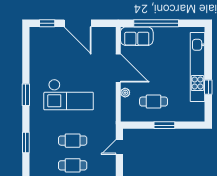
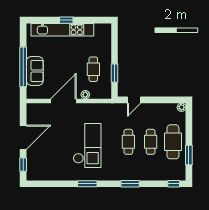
sofa: (137, 36) -> (35, 71), moved
window: (208, 87) -> (66, 20), moved
window: (164, 125) -> (115, 73), moved
door: (119, 147) -> (134, 100), hinge flipped

